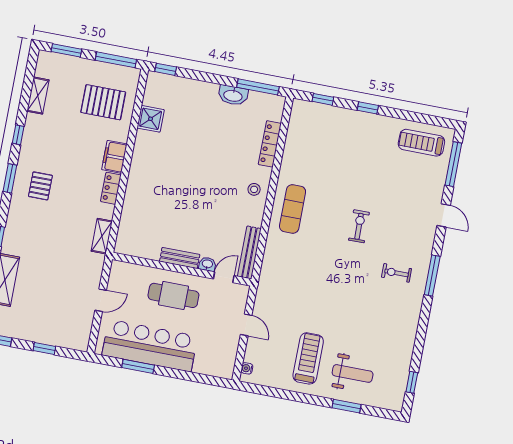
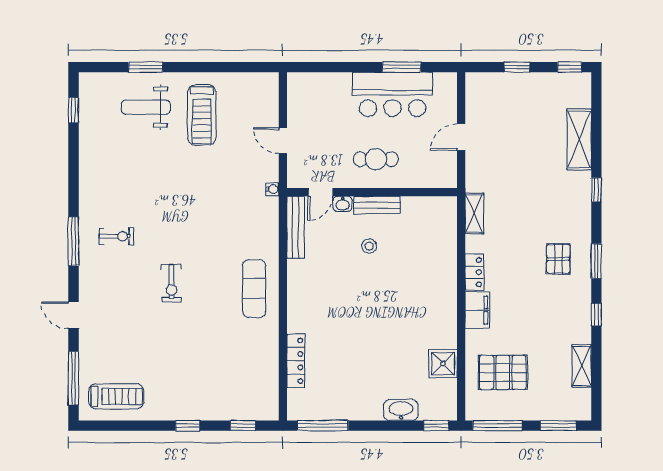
washbasin: (233, 95) -> (401, 410), moved
stool: (254, 189) -> (369, 246), moved
cafe table: (173, 295) -> (376, 159), width x0.73, depth x0.74
bar counter: (150, 346) -> (392, 94), width x0.73
water cooler: (247, 368) -> (272, 189), moved

